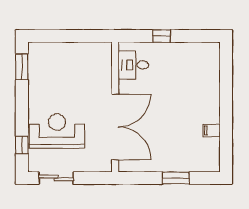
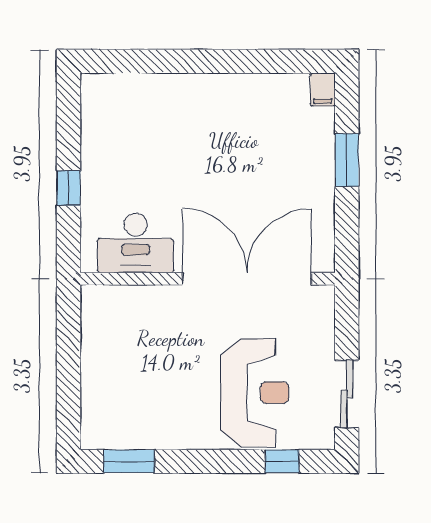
desk: (133, 65) -> (136, 243), width x1.37
filing cabinet: (212, 130) -> (323, 90), moved
reception desk: (57, 131) -> (255, 393), turned 180

